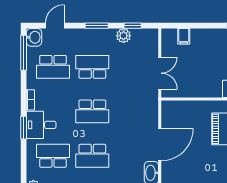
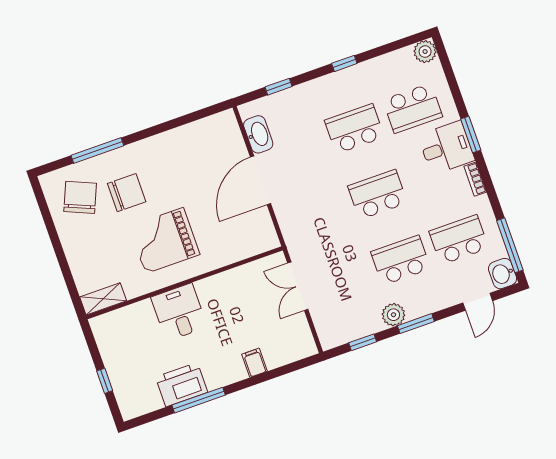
plant: (124, 36) -> (393, 315), moved
filing cabinet: (184, 36) -> (255, 363), moved
school desk: (92, 67) -> (401, 260), turned 180

